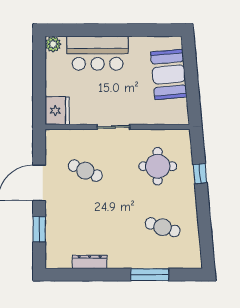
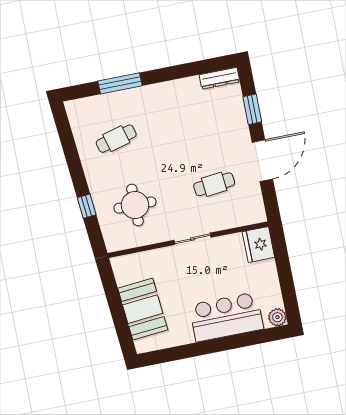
cafe table: (85, 171) -> (214, 184), turned -30
cafe table: (163, 227) -> (116, 139), turned -33
dresser: (90, 262) -> (219, 78), moved

